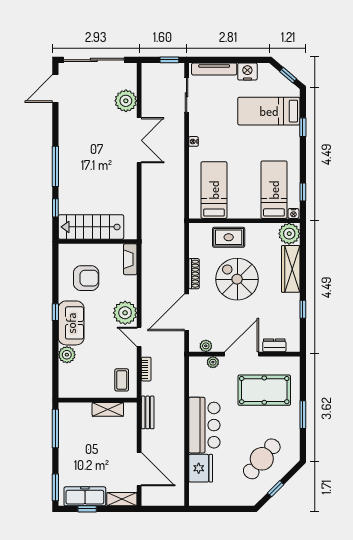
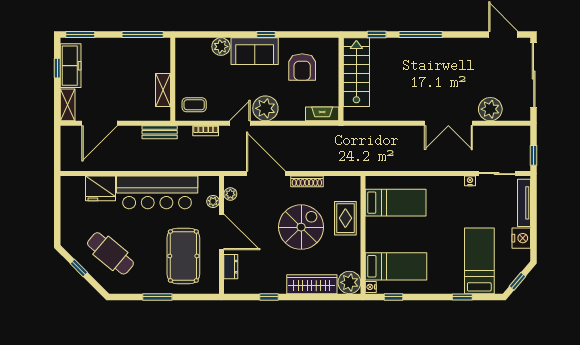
nightstand: (193, 141) -> (470, 181), moved
bar counter: (204, 425) -> (157, 192), width x1.36

